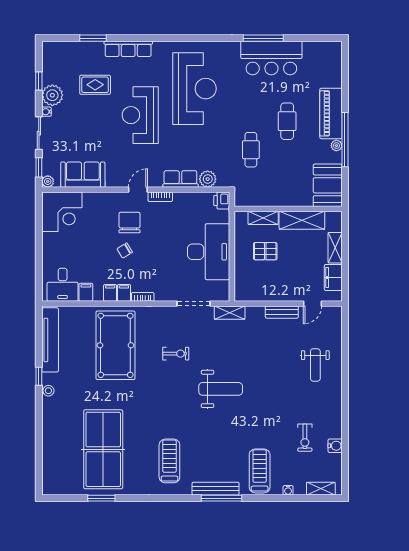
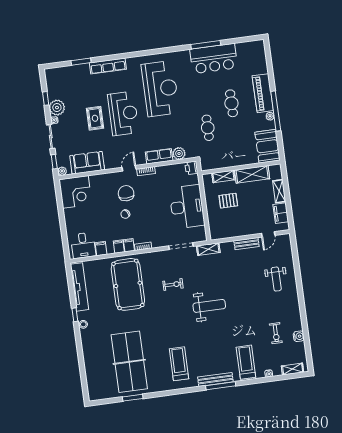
rug: (95, 85) -> (95, 118), moved, turned 90
reception desk: (140, 115) -> (123, 113), turned 180

